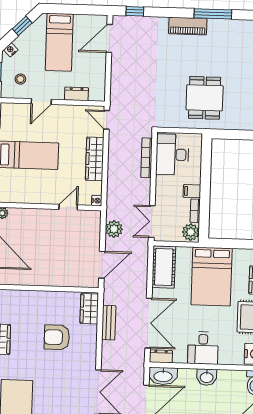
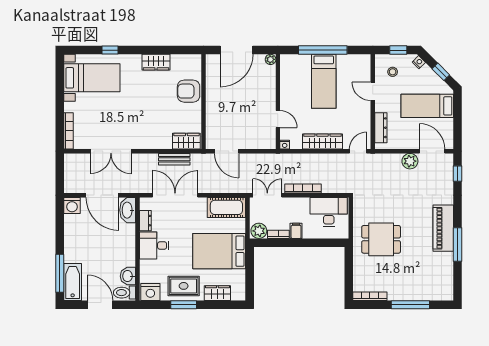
piano: (188, 26) -> (443, 228), width x1.37, depth x1.33
dresser: (76, 94) -> (381, 128), width x1.44
bookcase: (147, 158) -> (303, 189), moved
plant: (114, 229) -> (410, 161), moved
double door: (148, 323) -> (175, 195), swing flipped
armchair: (57, 337) -> (189, 91), moved, turned -90
dresser: (161, 356) -> (145, 221), moved
washbasin: (207, 377) -> (128, 276), moved

